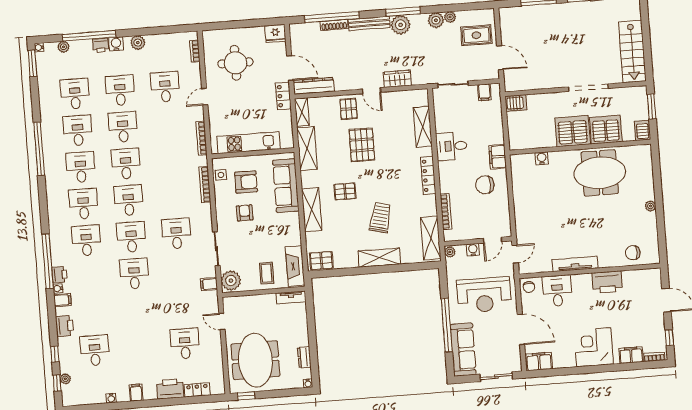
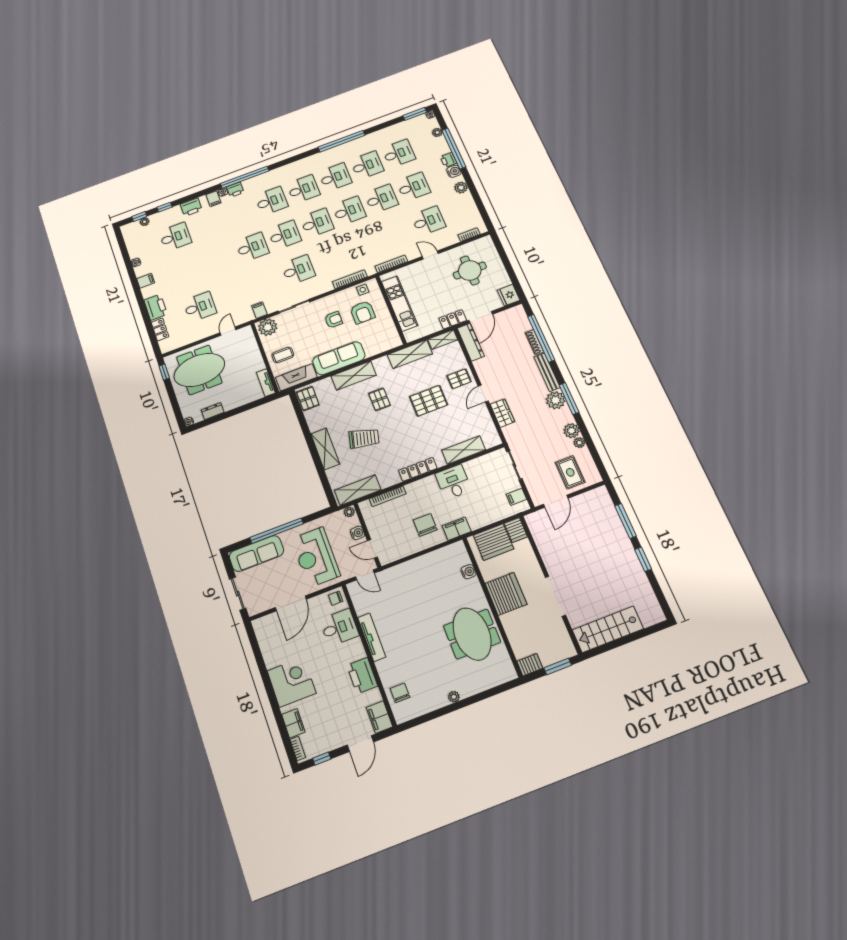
server rack: (606, 130) -> (493, 542), moved, turned 90
sofa: (286, 186) -> (339, 358), moved
filing cabinet: (539, 361) -> (379, 717), moved, turned 180

